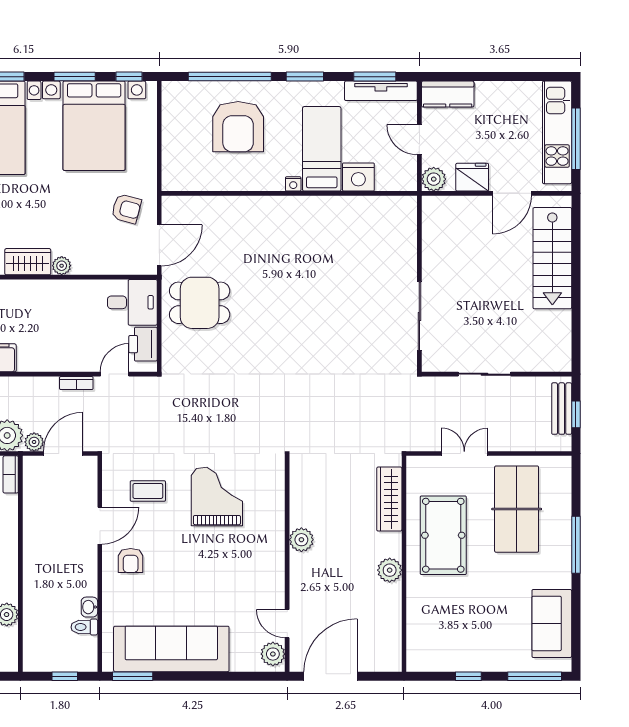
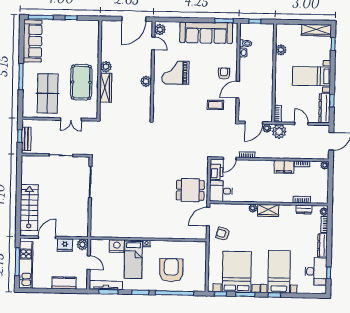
kitchen counter: (448, 94) -> (64, 283), moved
grand piano: (217, 497) -> (175, 73), moved, turned 90
wardrobe: (389, 499) -> (106, 88), moved
sofa: (552, 623) -> (33, 41), width x1.36

